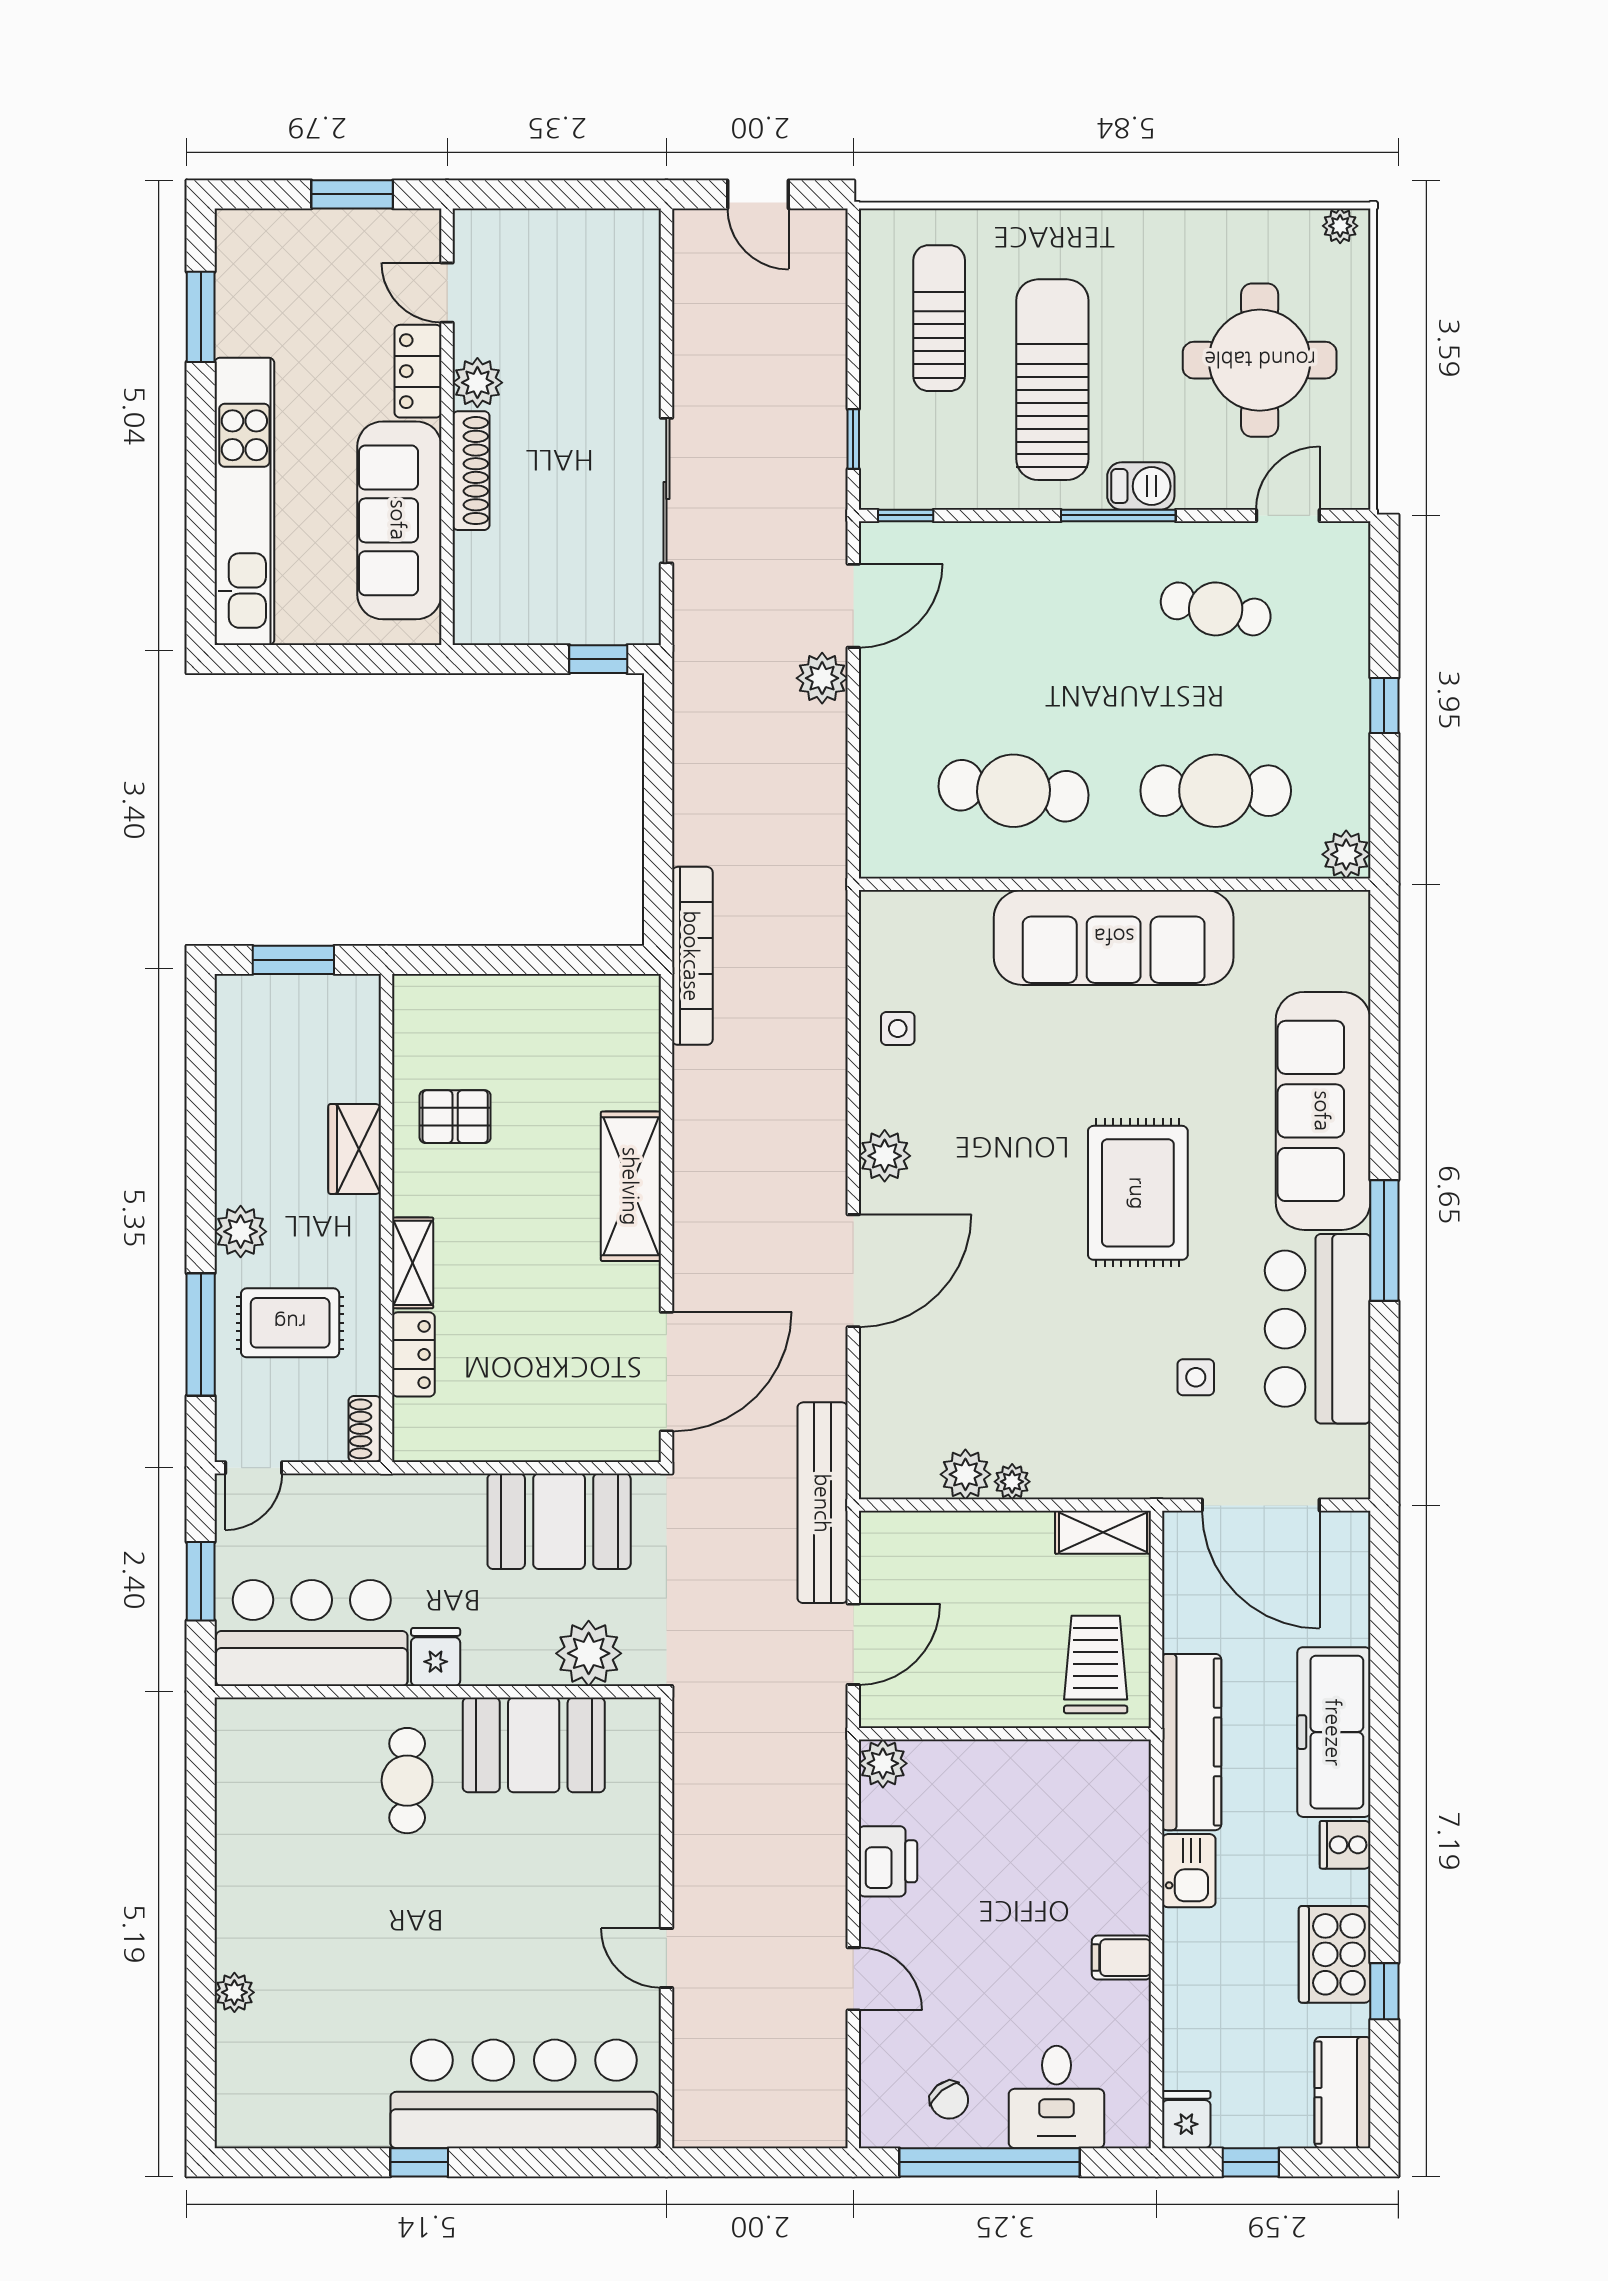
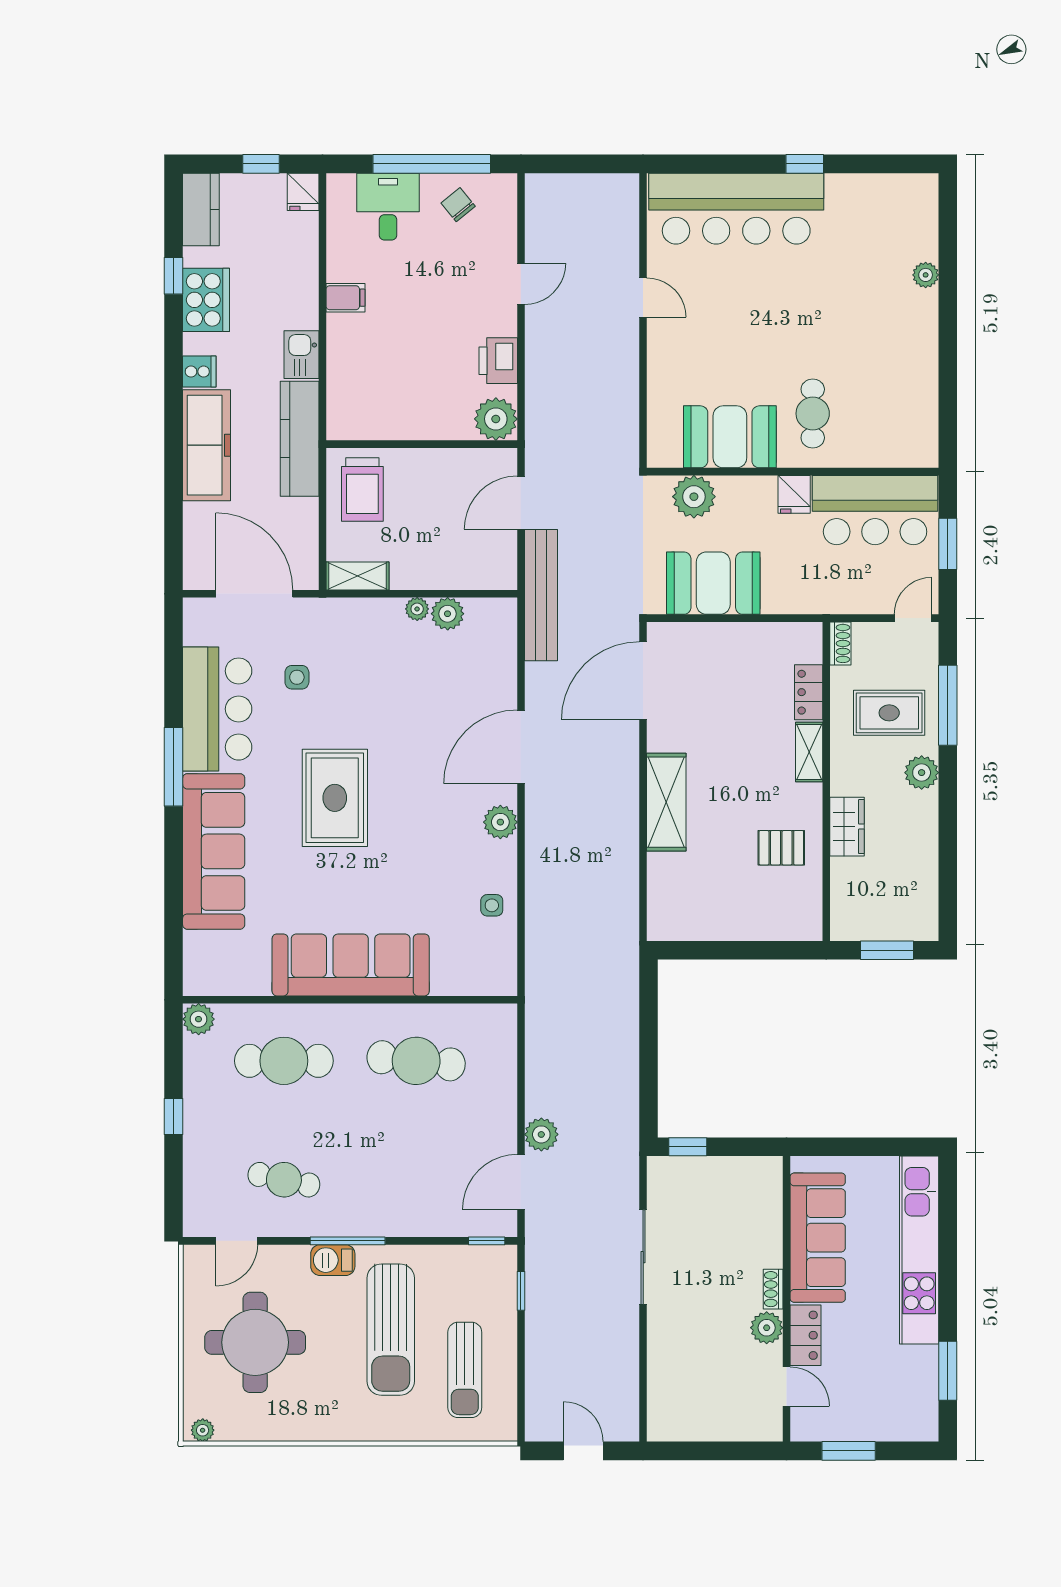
shoe rack: (471, 471) -> (773, 1289), width x0.51, depth x0.81
bookcase: (692, 956) -> (626, 953), removed
plant: (883, 1763) -> (496, 419), width x1.36, depth x1.36
door: (853, 1979) -> (521, 284), swing flipped

